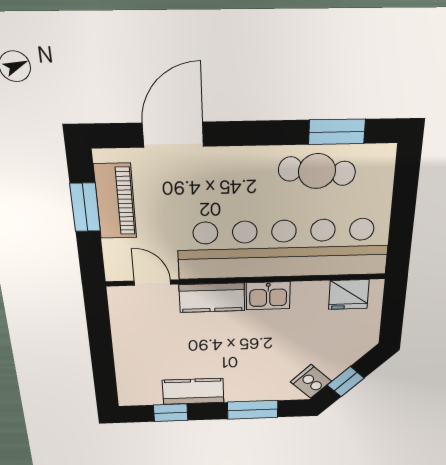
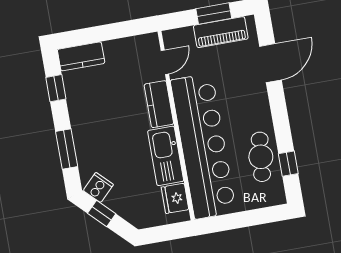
window: (337, 132) -> (288, 164), width x0.67
door: (173, 135) -> (271, 63), hinge flipped
kitchen sink: (268, 296) -> (166, 156), width x1.88, depth x1.24
kitchen counter: (193, 391) -> (81, 56), moved, turned 90

